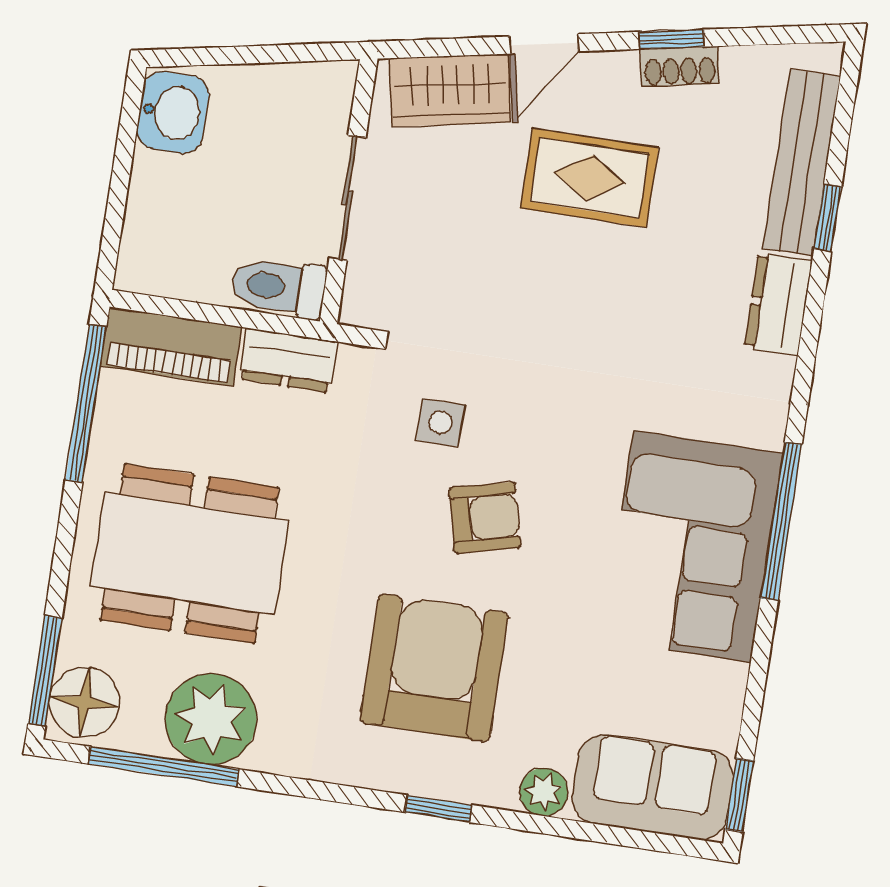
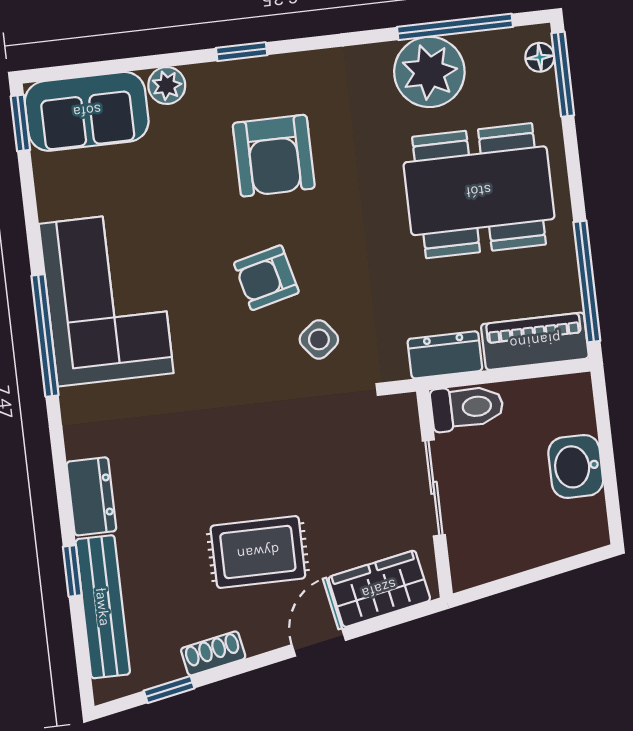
window: (672, 39) -> (169, 689), moved
washbasin: (173, 112) -> (576, 466), moved
side table: (440, 423) -> (319, 339), turned -38
armchair: (434, 668) -> (274, 156), width x0.73, depth x0.73
floor lamp: (84, 702) -> (540, 57), width x0.53, depth x0.53

